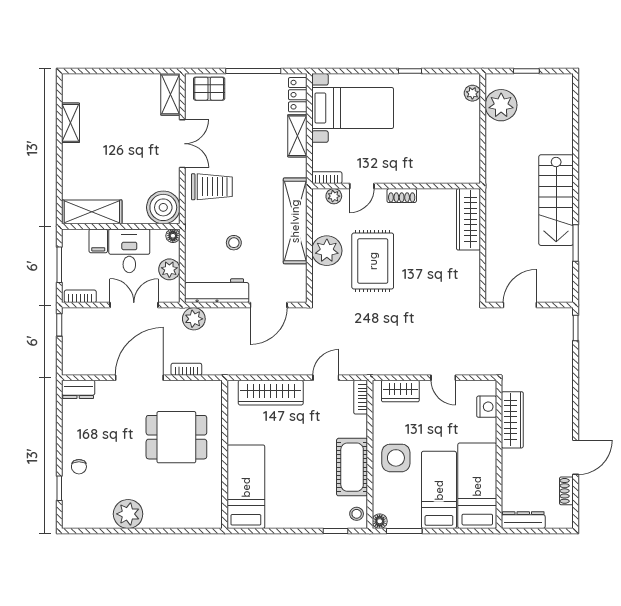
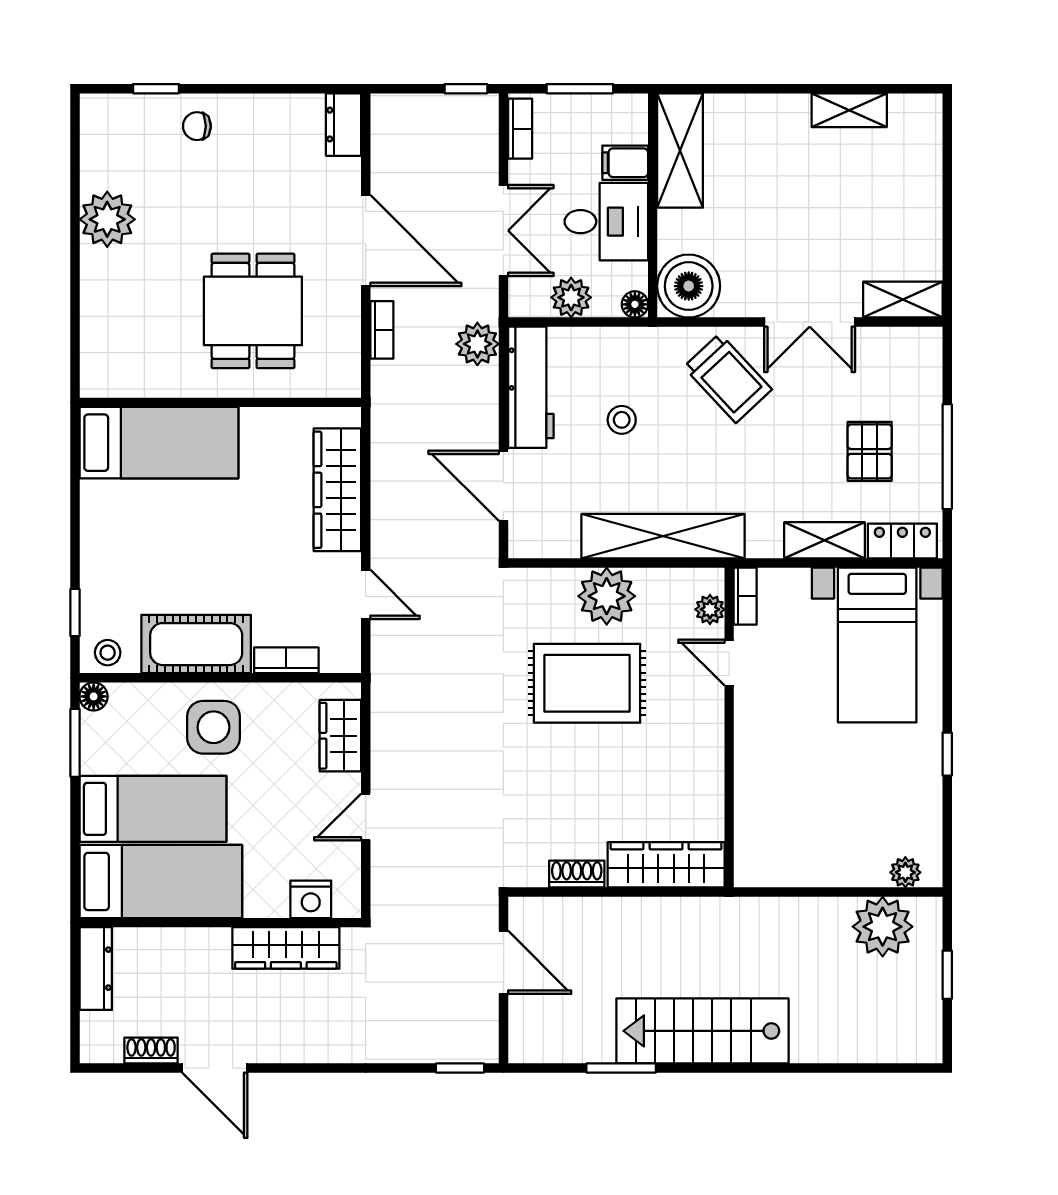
pallet: (209, 89) -> (870, 451), moved
trolley: (212, 187) -> (728, 378), turned -43
shoe rack: (402, 196) -> (577, 874), moved, turned 90
bookcase: (361, 397) -> (286, 660), moved

